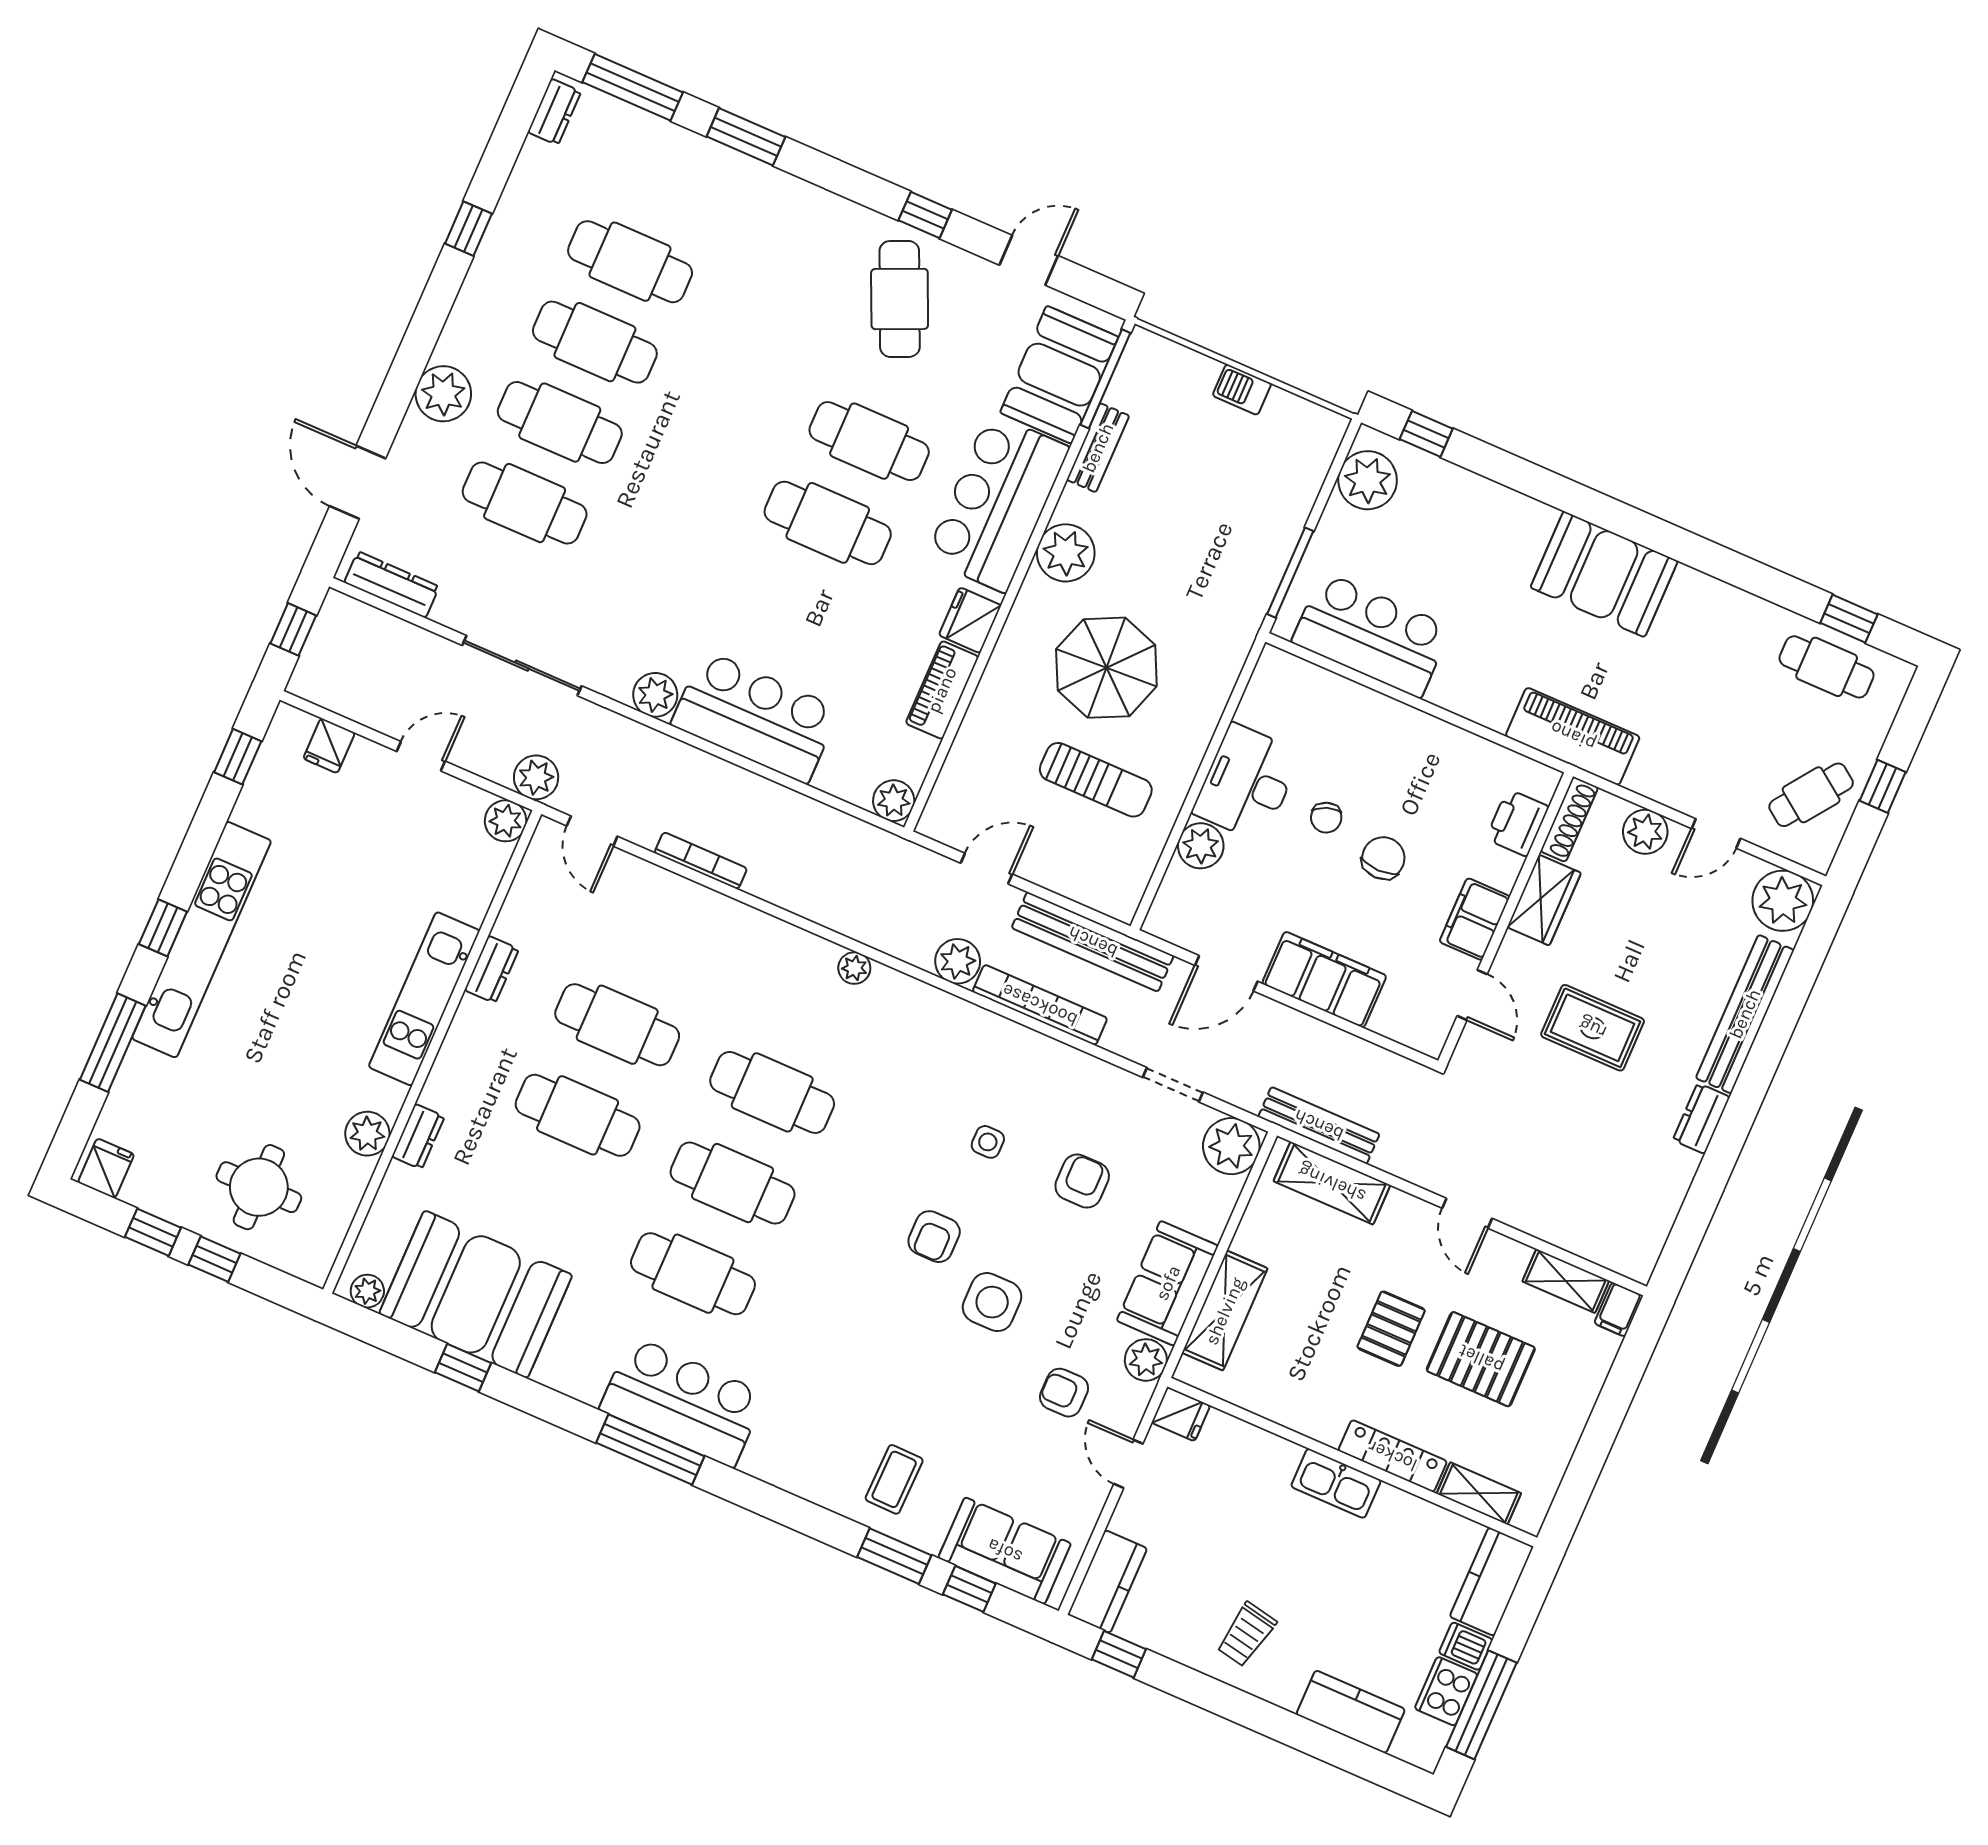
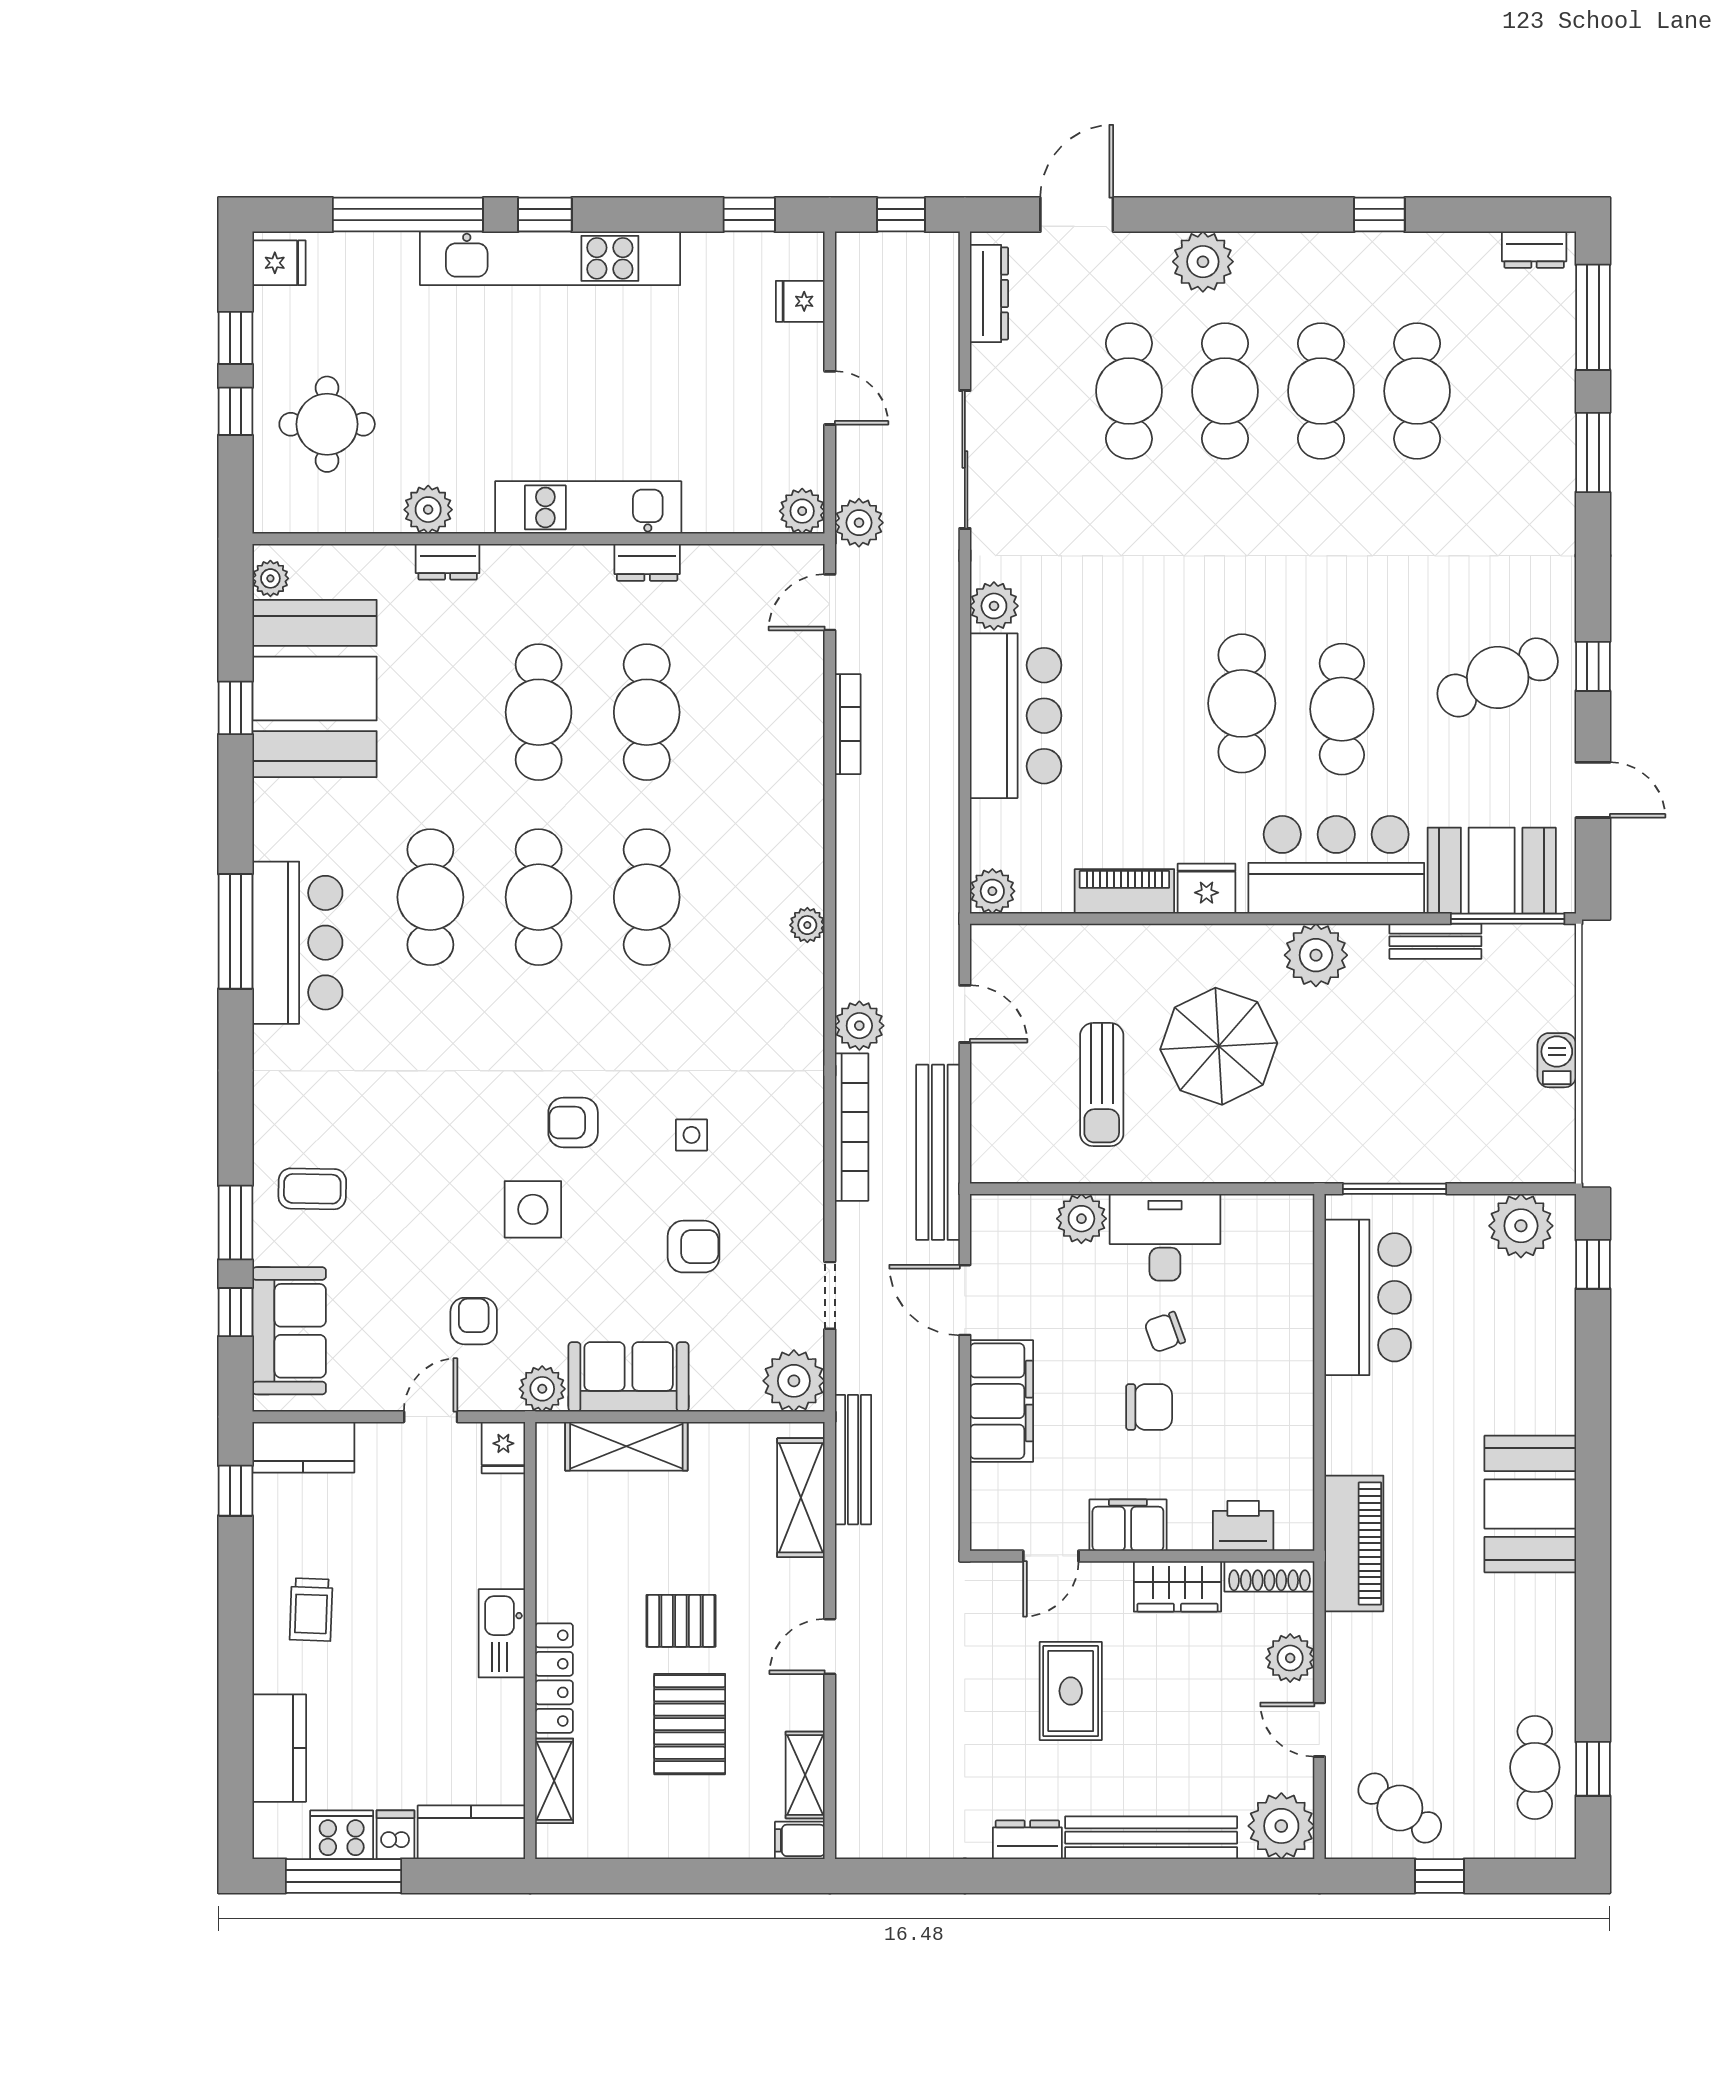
window: (113, 1043) -> (408, 215), width x1.46
trolley: (1246, 1634) -> (311, 1610), turned -99

